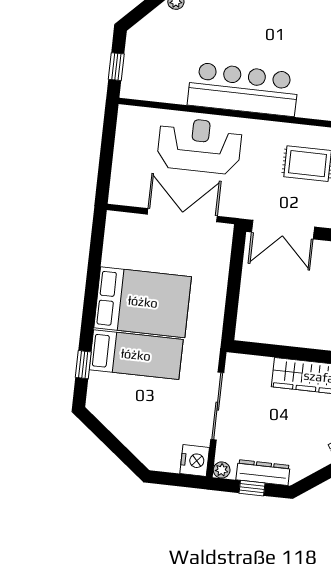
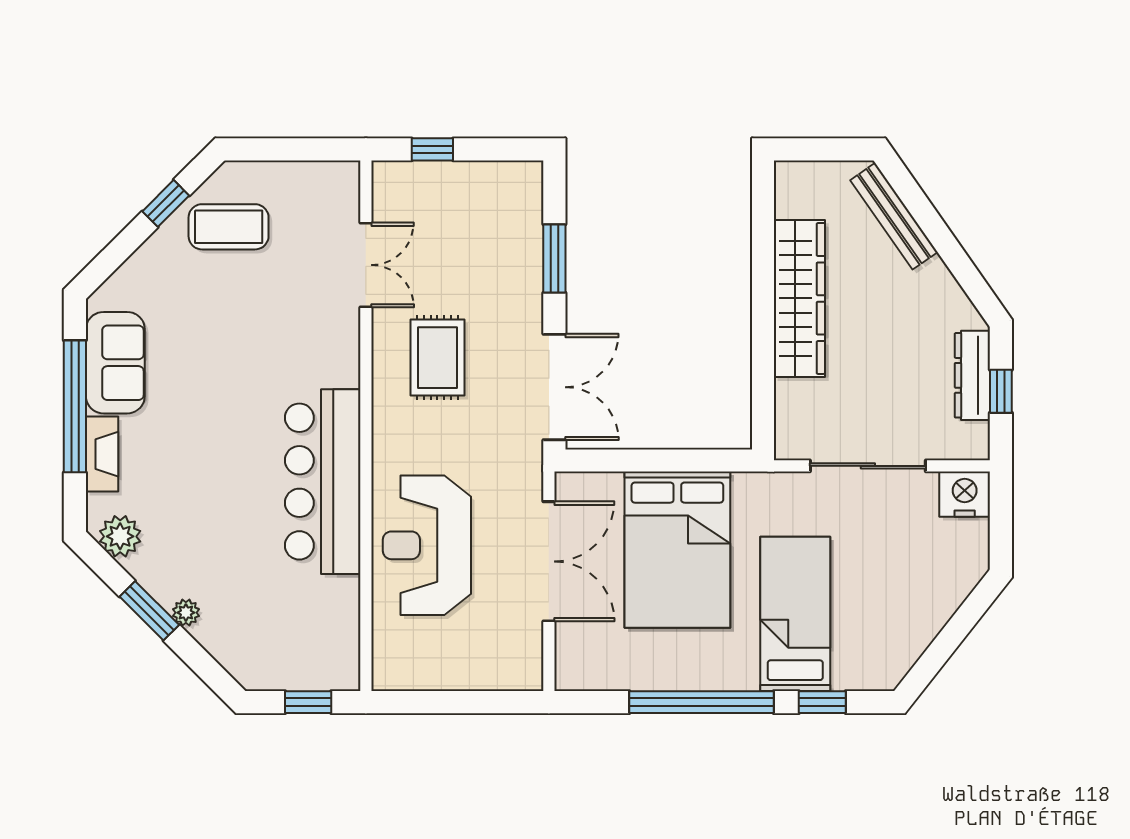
double door: (182, 215) -> (549, 561), swing flipped
window: (91, 295) -> (702, 702), added
bed: (143, 302) -> (677, 550), moved, turned 180
plant: (222, 470) -> (976, 446), removed

